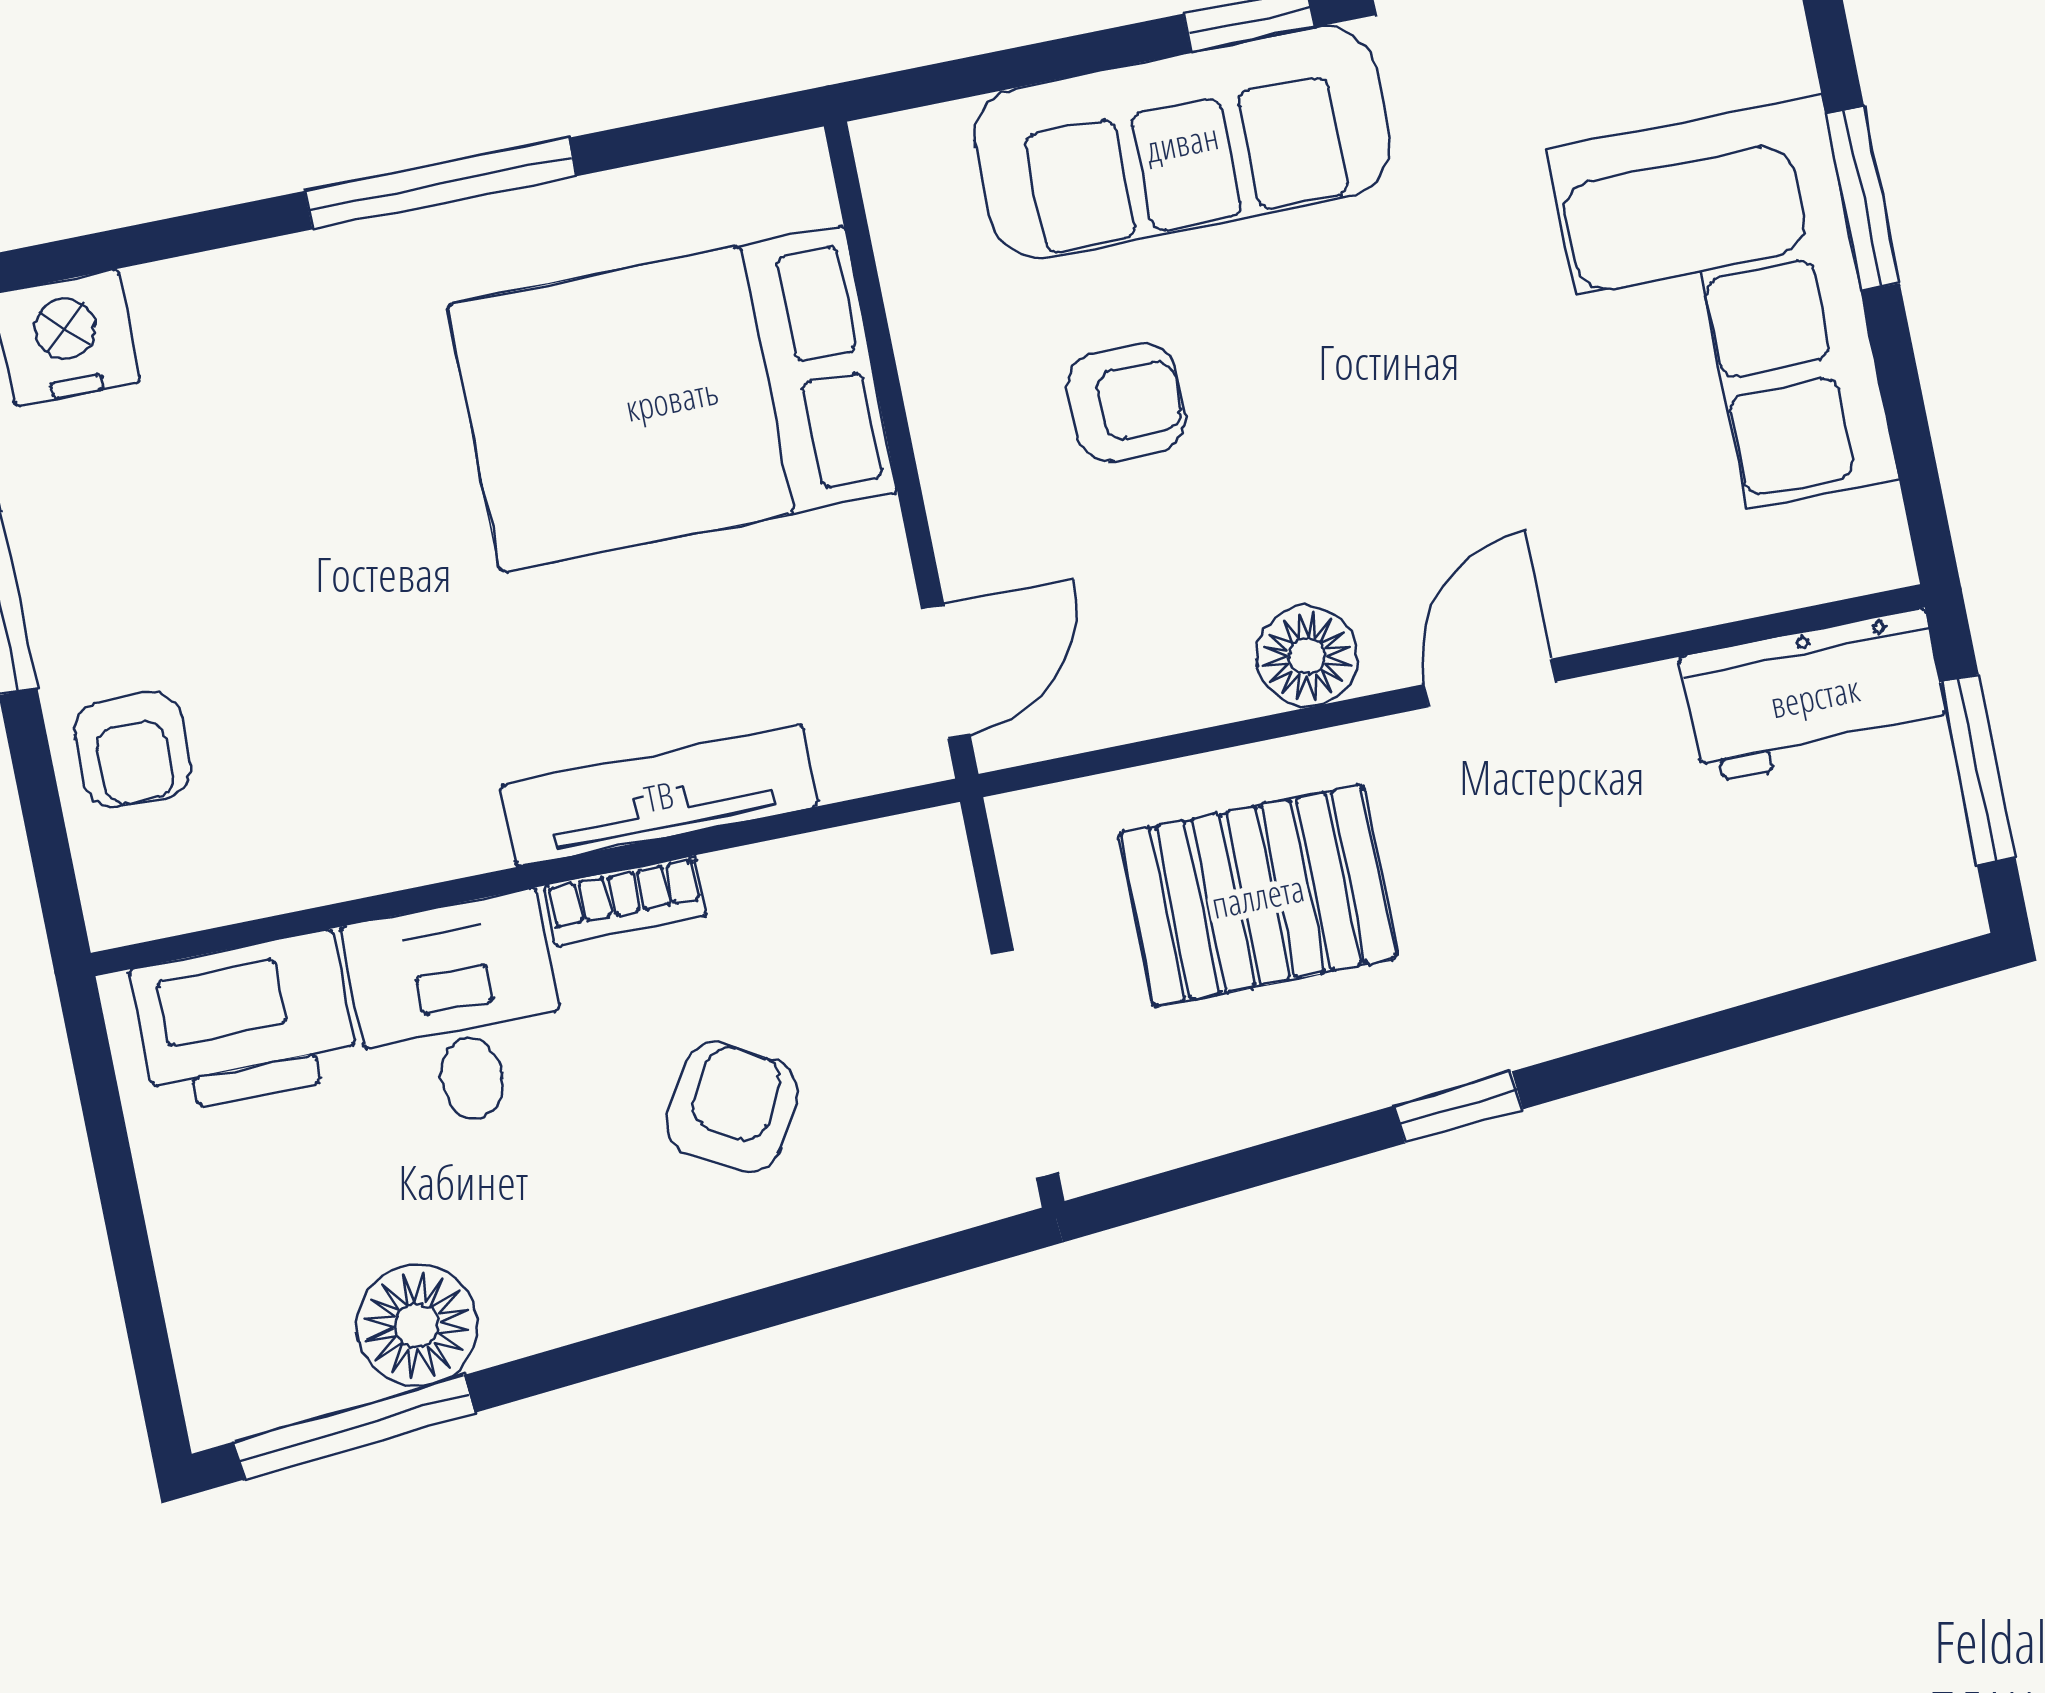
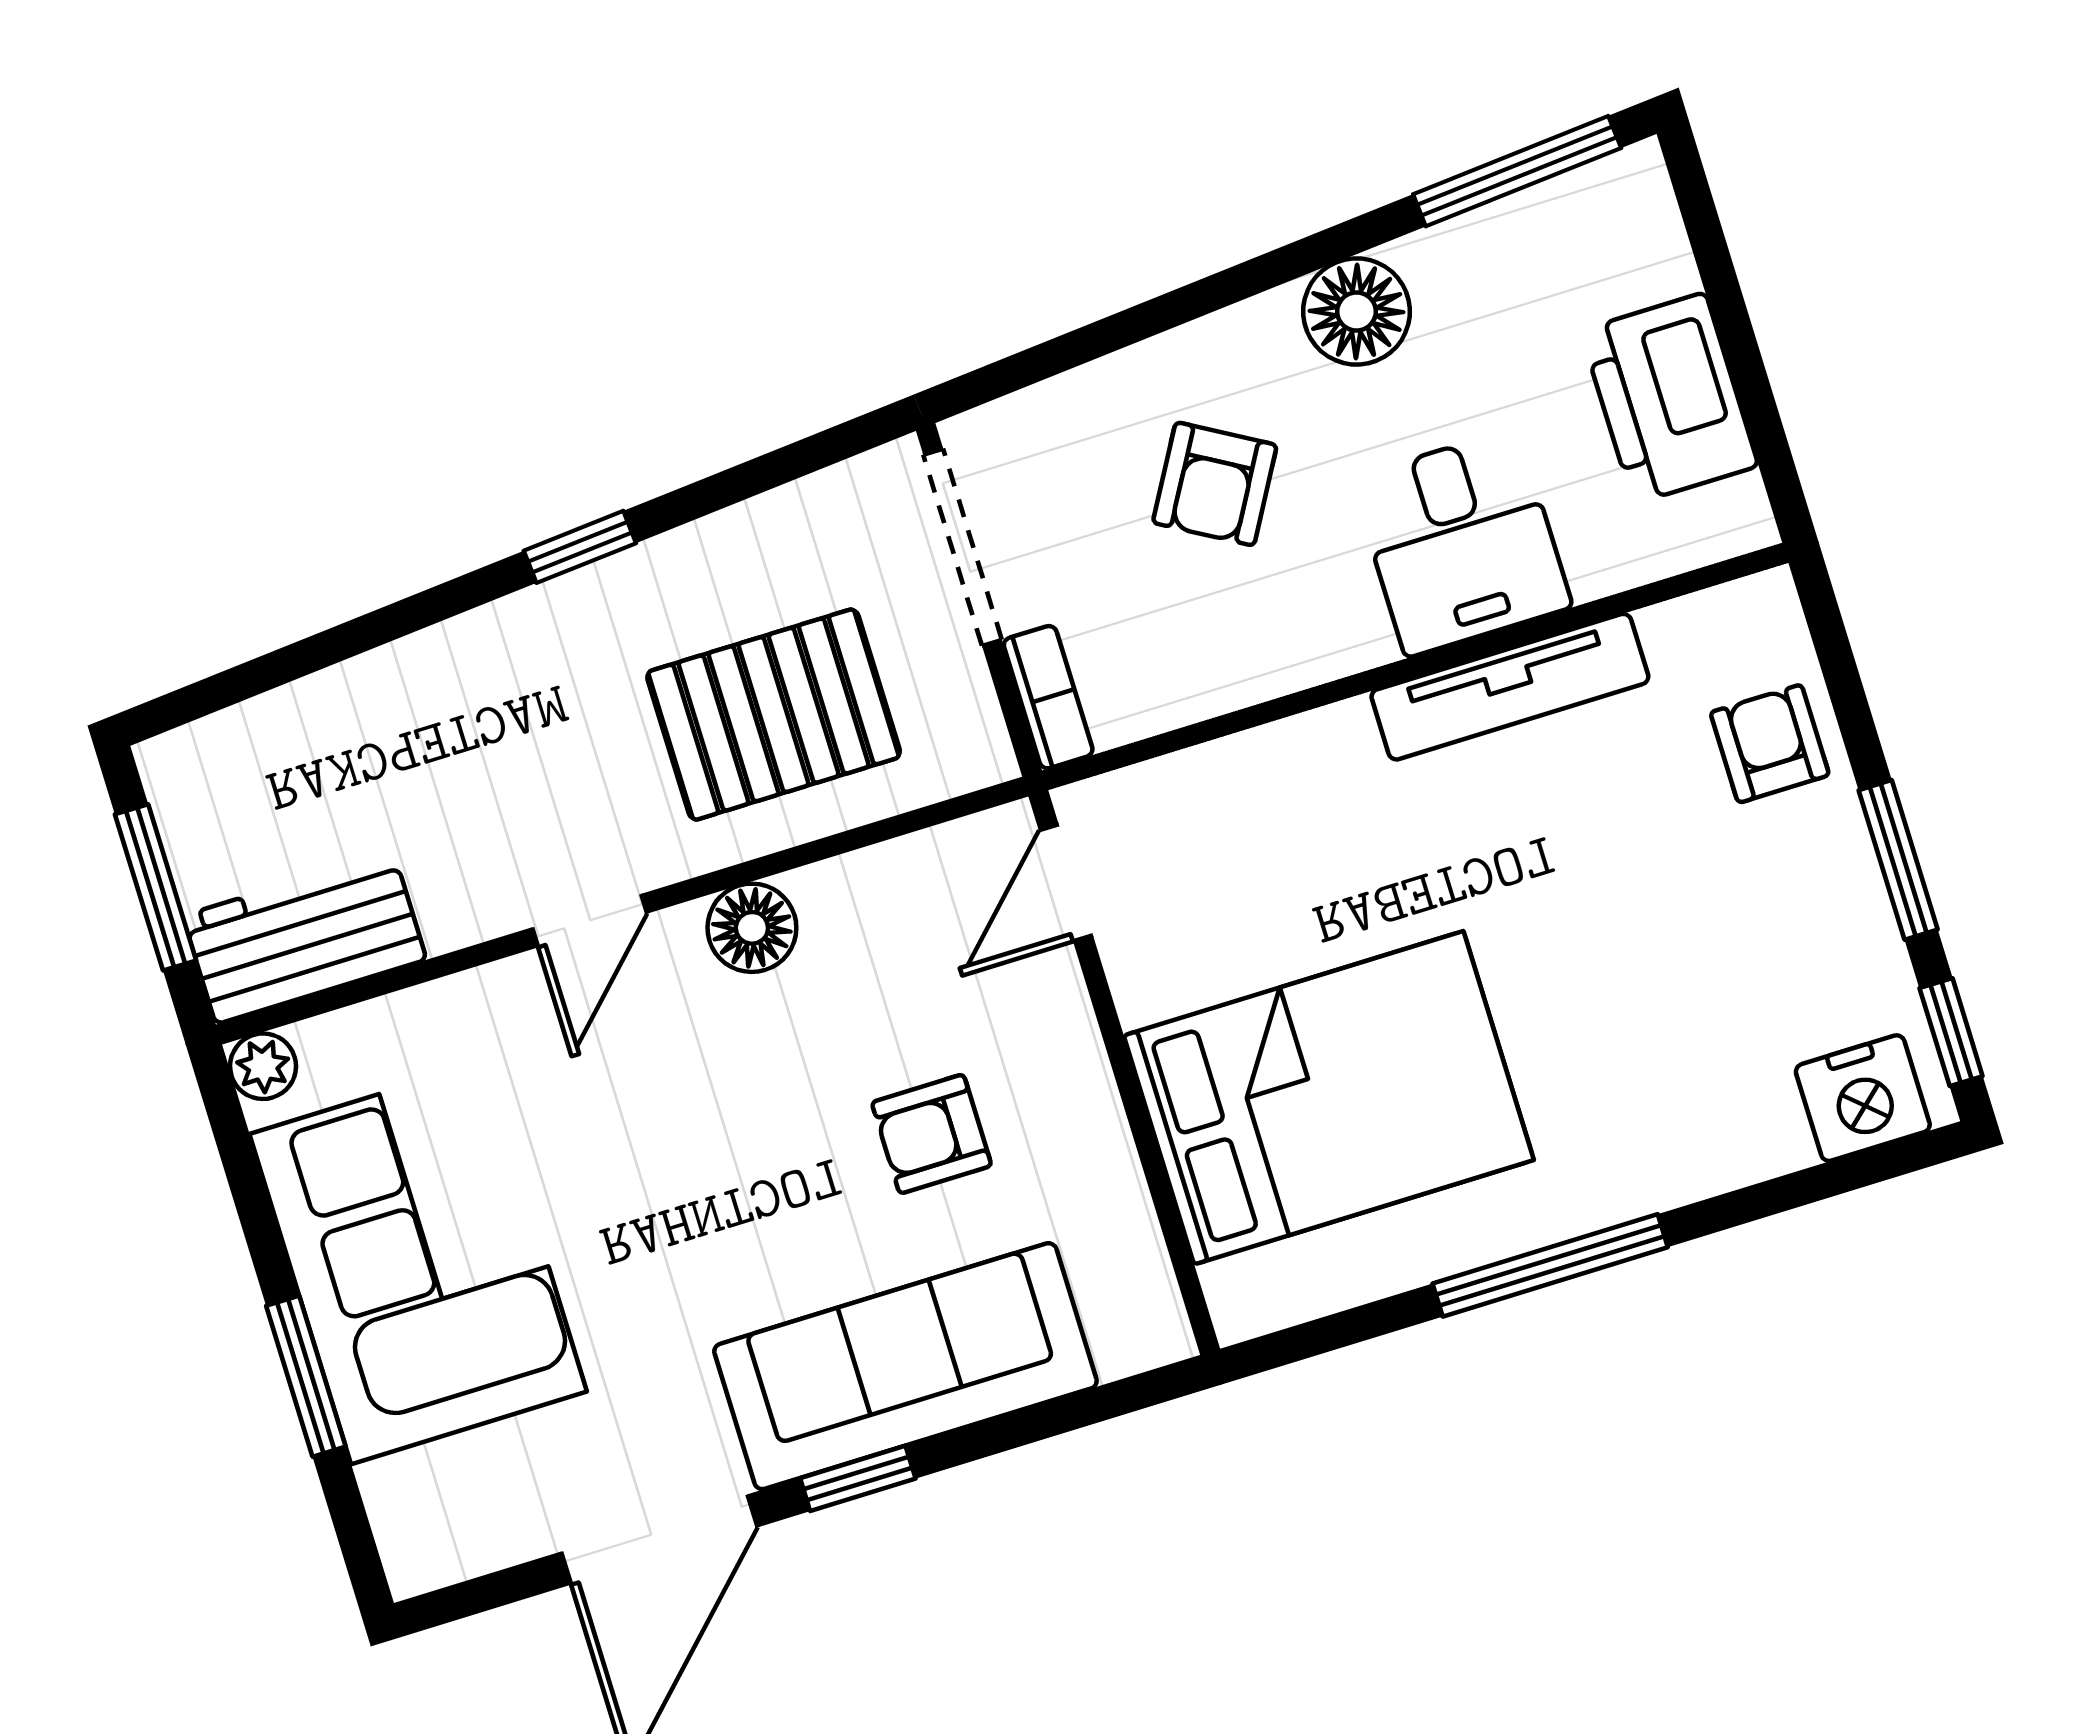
plant: (1876, 555) -> (263, 1066), added
tv unit: (659, 796) -> (1510, 687), moved
bookcase: (626, 901) -> (1048, 697), moved, turned 90
printer: (245, 1022) -> (1669, 398), moved, turned -90
floor lamp: (417, 1325) -> (1357, 312), moved

